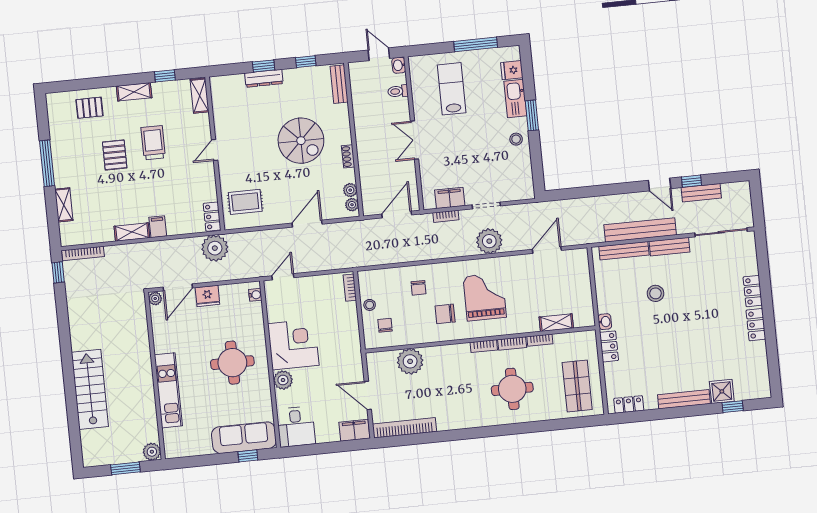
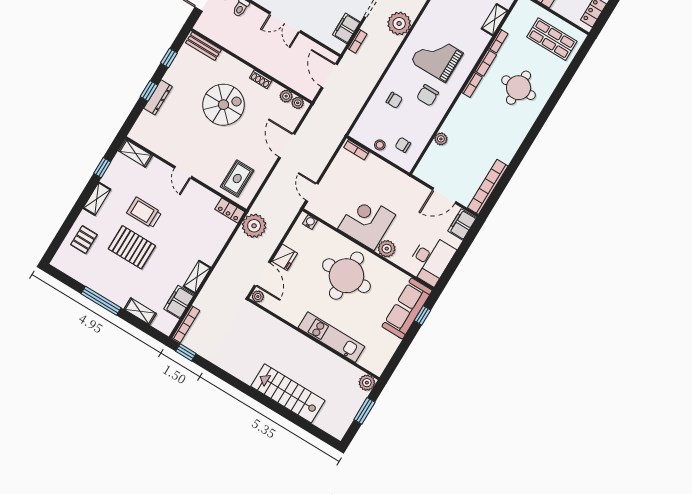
pallet: (115, 155) -> (132, 247), width x1.50, depth x1.42
filing cabinet: (158, 227) -> (179, 302), moved, width x2.00
plant: (410, 361) -> (441, 139), width x0.53, depth x0.53
round table: (232, 363) -> (346, 276), width x1.36, depth x1.36
desk: (296, 427) -> (431, 260), width x1.37

